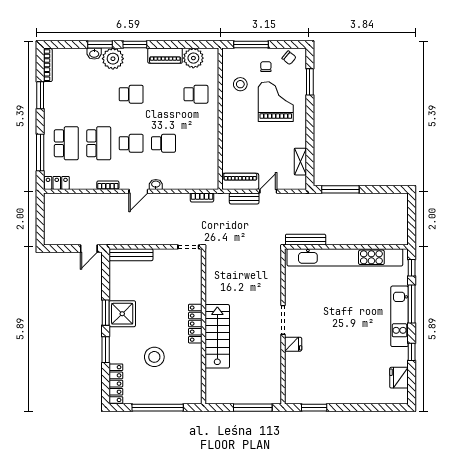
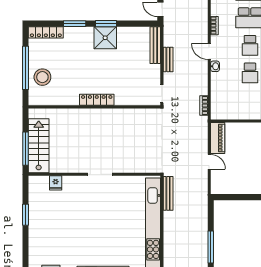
shelving: (300, 162) -> (234, 189), removed
window: (340, 189) -> (211, 247), moved
bench: (244, 198) -> (168, 60), moved
stairs: (217, 336) -> (39, 146), moved, turned -90
fridge: (293, 344) -> (56, 183), moved
stool: (154, 357) -> (42, 77), moved
window: (314, 408) -> (25, 215), moved

